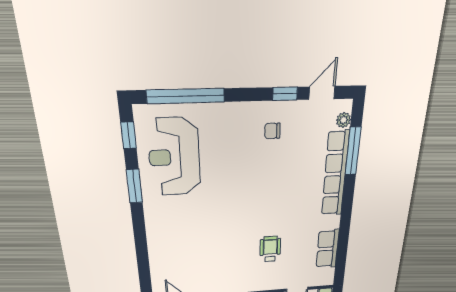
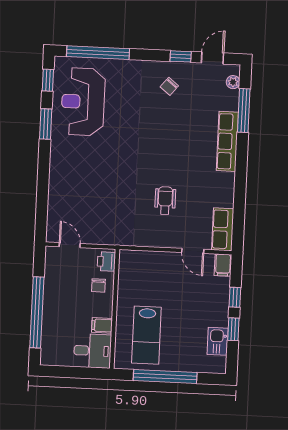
chair: (272, 131) -> (169, 86), turned -51
row of seats: (335, 174) -> (227, 141), width x0.73
row of seats: (328, 249) -> (223, 229), moved

